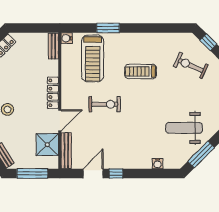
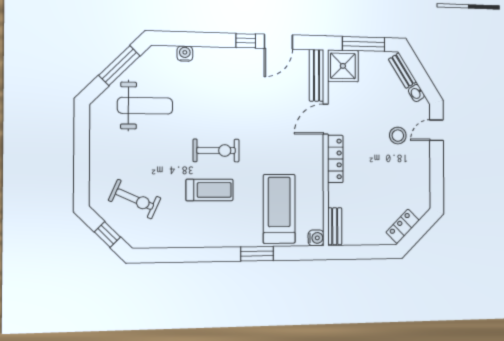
exercise bike: (105, 104) -> (216, 150), moved, turned 180
shower: (47, 145) -> (343, 66), moved

